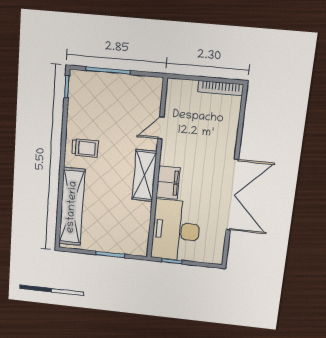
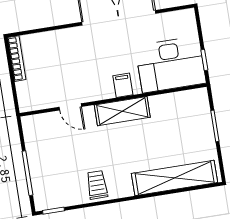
trolley: (85, 148) -> (97, 185), moved
filing cabinet: (168, 182) -> (123, 85), width x0.50

